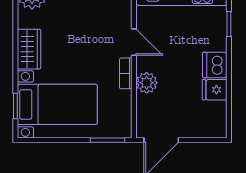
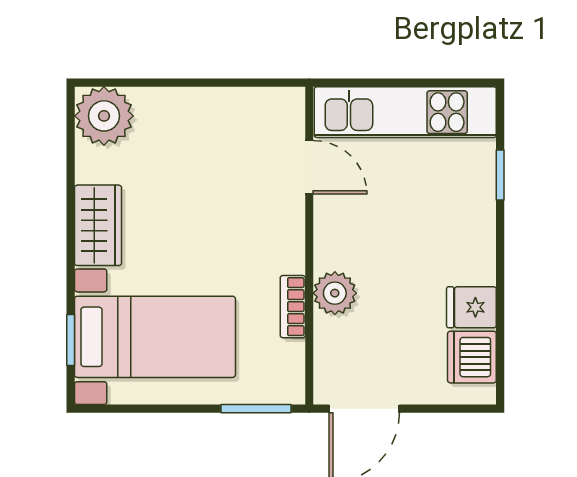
door: (134, 42) -> (309, 167), moved
dishwasher: (215, 65) -> (472, 357), moved
bookcase: (126, 73) -> (293, 307), moved

